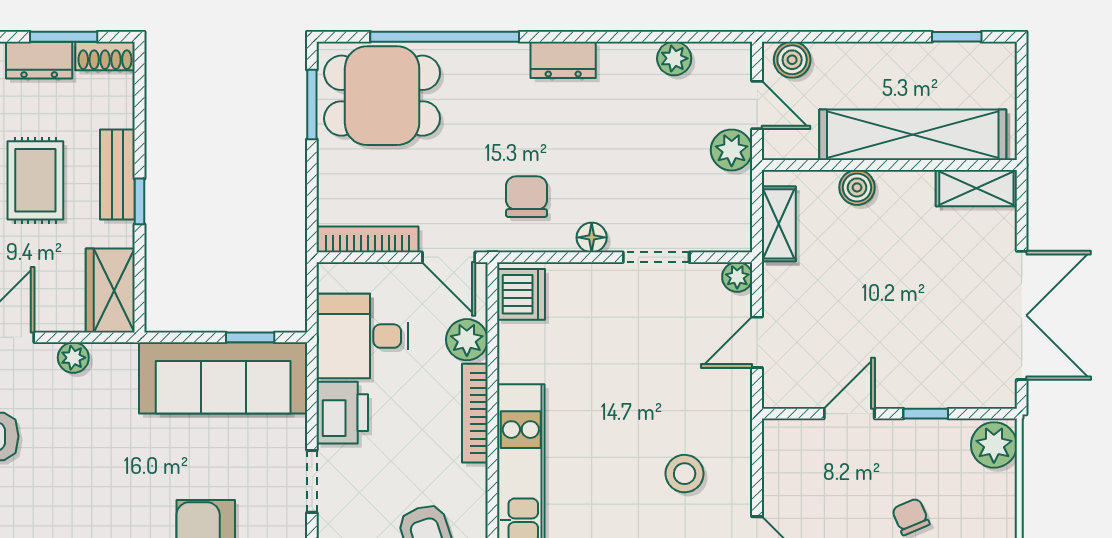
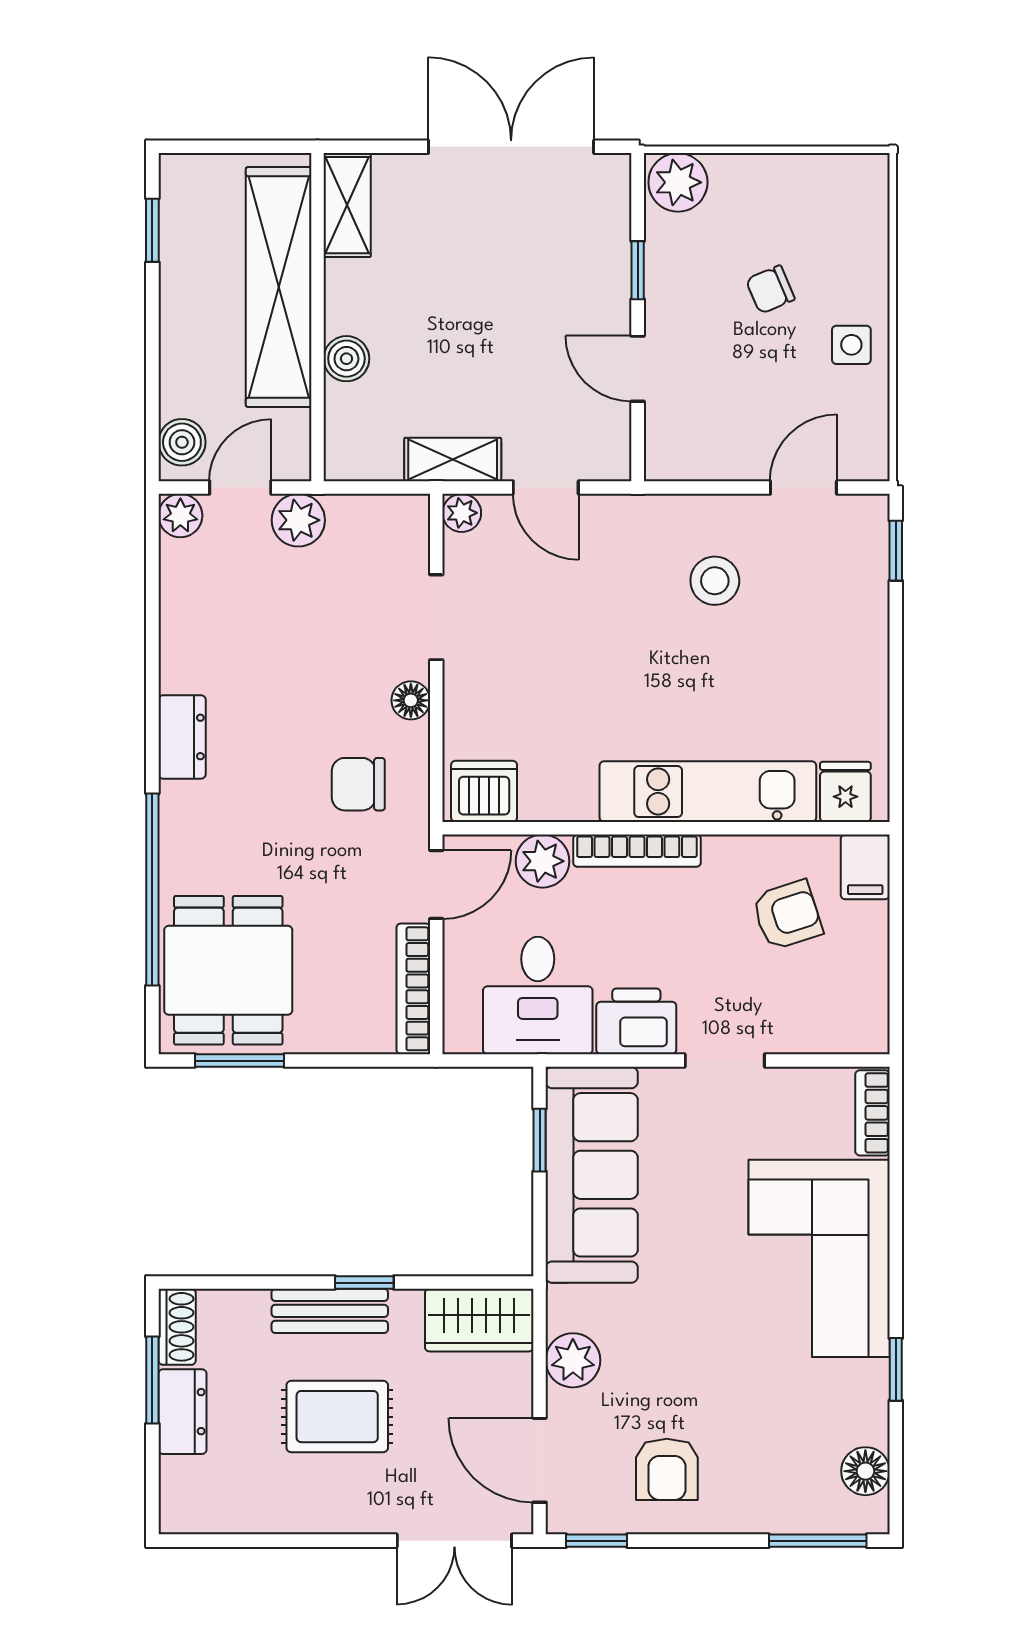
plant: (674, 58) -> (180, 516), moved
shelving: (779, 224) -> (453, 460), moved
plant: (73, 358) -> (573, 1360), width x1.38, depth x1.38

